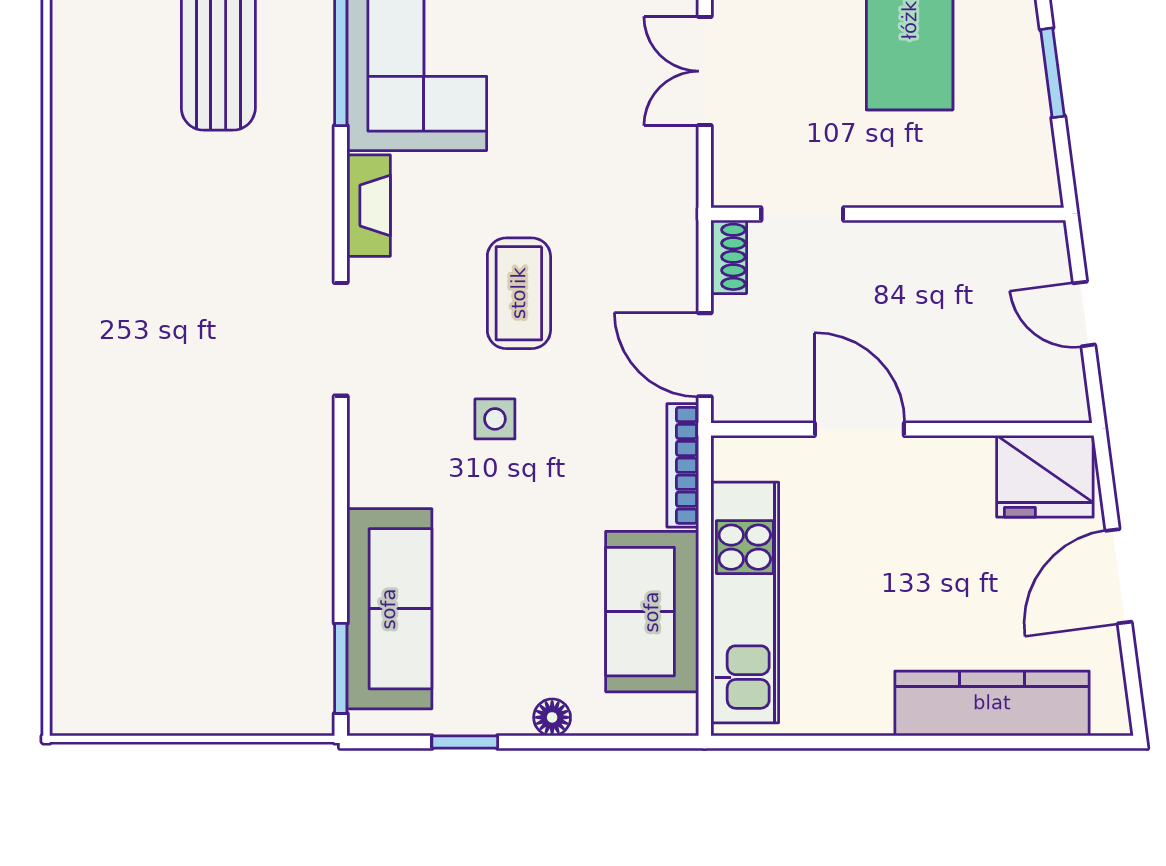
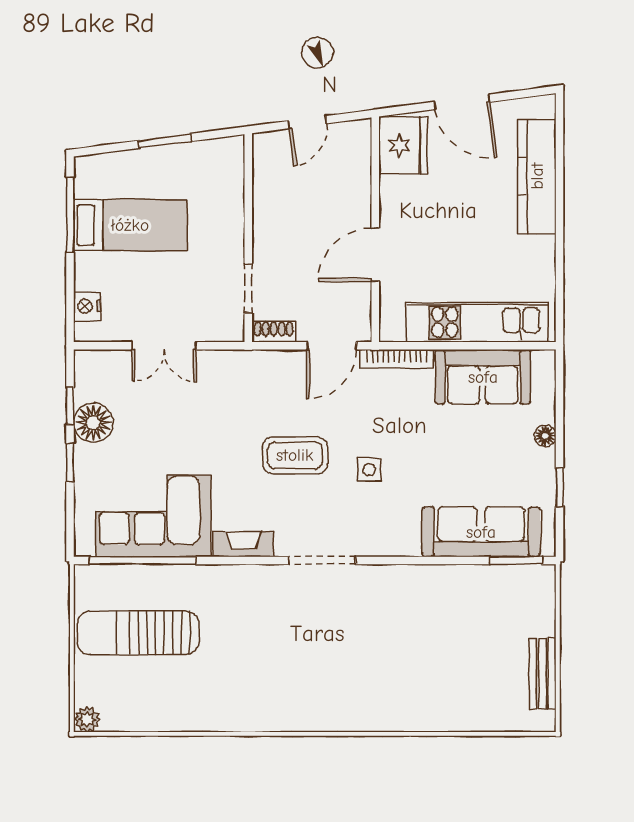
bench: (149, 713) -> (542, 674), added

